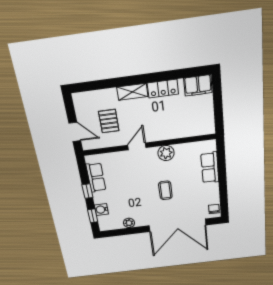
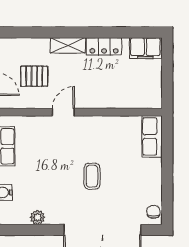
pallet: (109, 121) -> (34, 76), turned 90
plant: (166, 153) -> (99, 126), removed
row of seats: (210, 168) -> (152, 136), moved

